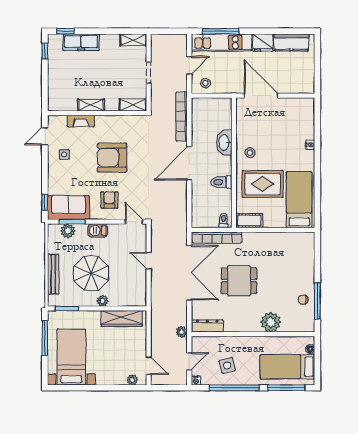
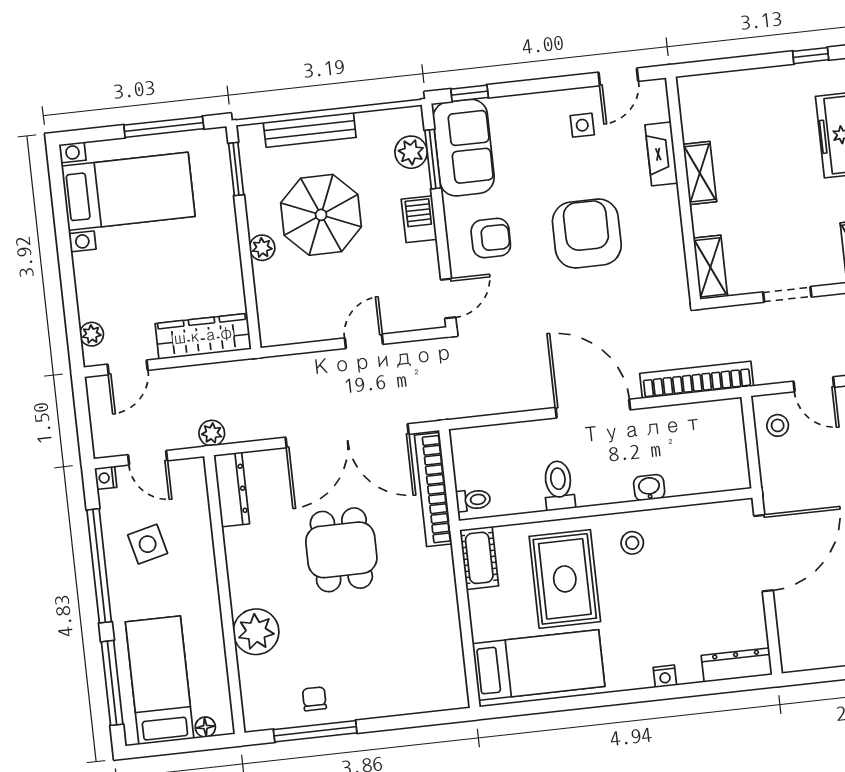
dresser: (309, 113) -> (737, 665), added
door: (45, 136) -> (618, 77), swing flipped
washbasin: (224, 143) -> (649, 488), width x0.52, depth x0.69
wardrobe: (122, 318) -> (203, 336), moved, turned 90

